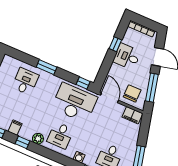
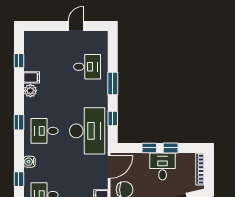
window: (108, 61) -> (149, 148), added
window: (83, 83) -> (113, 118), moved
plant: (38, 139) -> (30, 91), moved
window: (22, 142) -> (19, 122), moved

